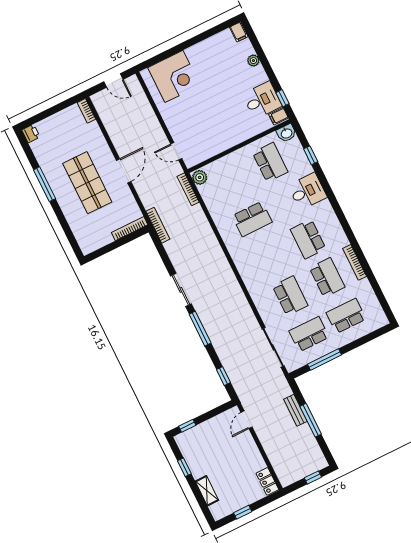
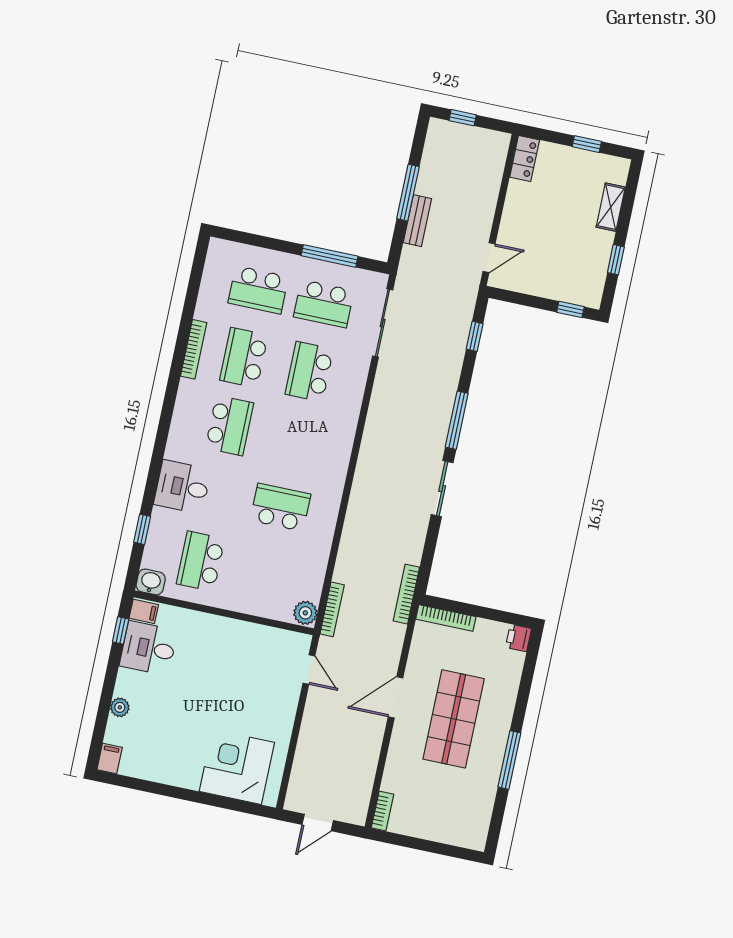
door: (113, 81) -> (318, 822), swing flipped
printer: (31, 133) -> (518, 638), moved

